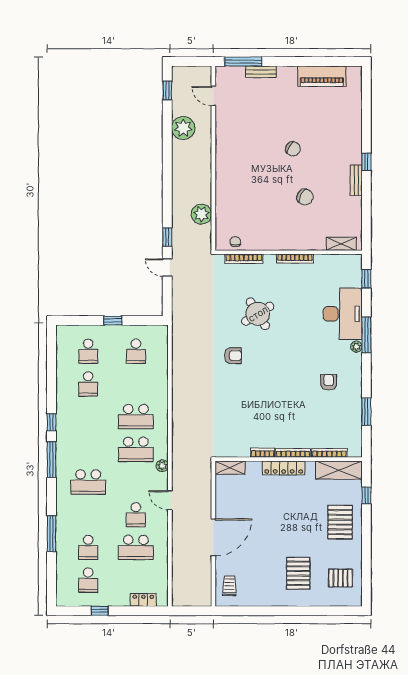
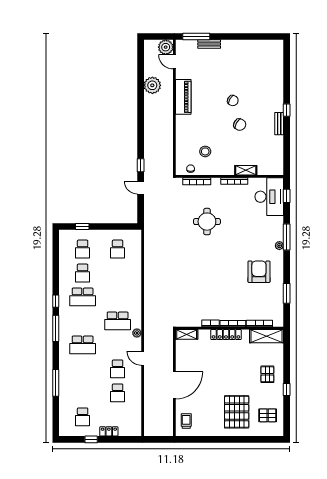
piano: (322, 76) -> (183, 97), moved, turned -90
window: (167, 91) -> (141, 58), removed
chair: (305, 197) -> (240, 125), moved
plant: (201, 214) -> (166, 47), moved
stool: (255, 218) -> (205, 151), added
shelving: (341, 244) -> (246, 170), moved
round table: (258, 314) -> (207, 222), turned 32
desk: (343, 314) -> (269, 197), moved
window: (113, 321) -> (82, 226), moved
armchair: (233, 356) -> (189, 252), removed
armchair: (329, 382) -> (259, 272), width x1.88, depth x1.88
school desk: (136, 417) -> (83, 297), moved
window: (366, 496) -> (287, 389), moved
pallet: (340, 522) -> (267, 374), width x0.67, depth x0.71
school desk: (88, 547) -> (83, 393), removed
school desk: (136, 547) -> (118, 393), width x0.54
pallet: (298, 573) -> (237, 412), width x1.37, depth x1.41
locker: (143, 600) -> (109, 431), moved

